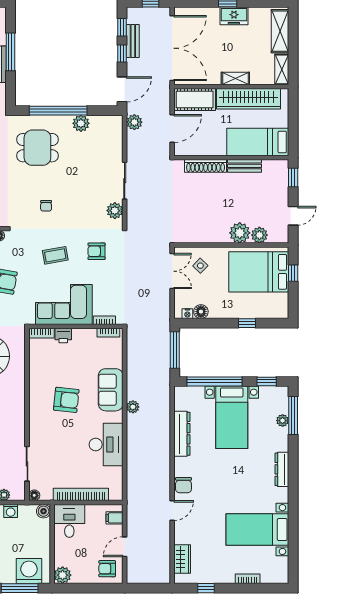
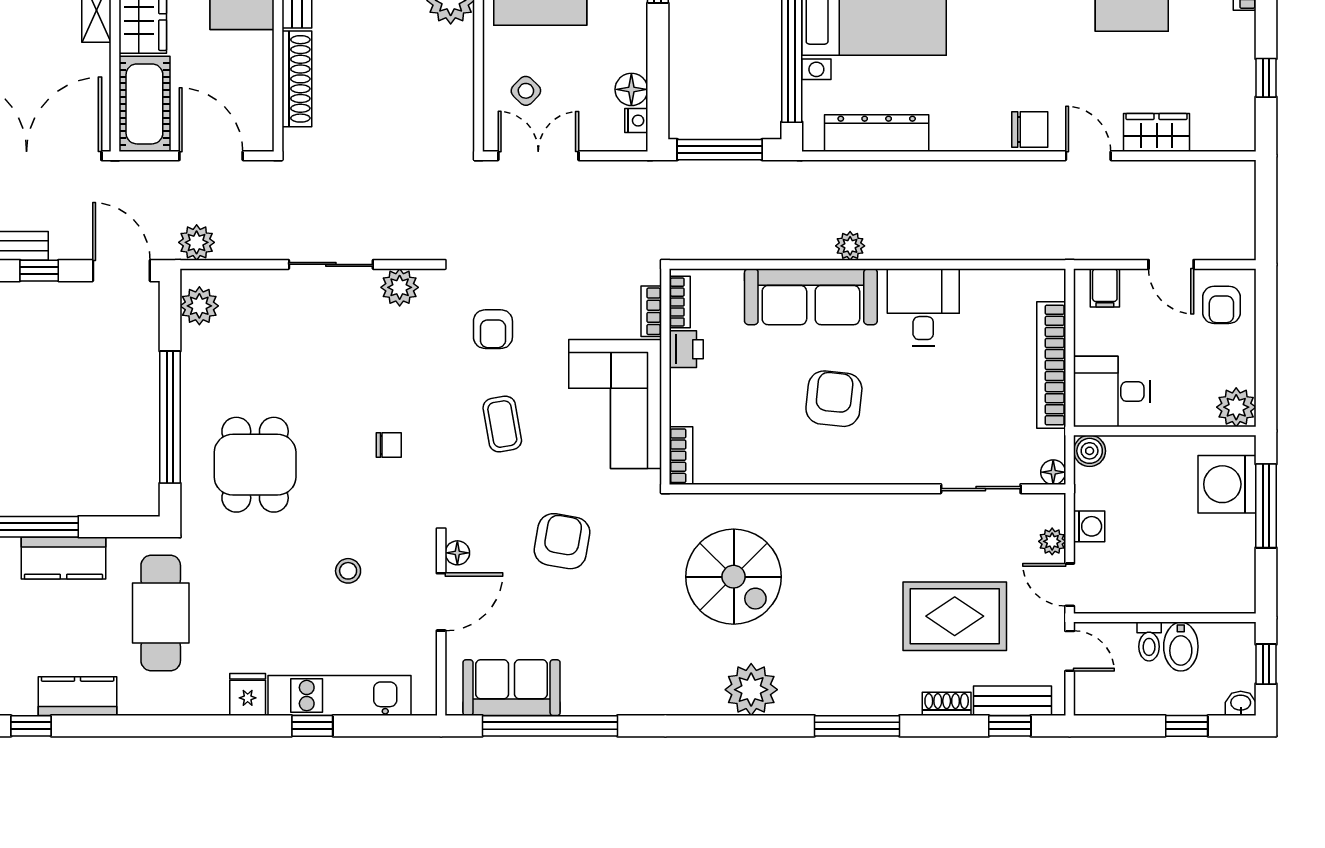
plant: (81, 123) -> (199, 306), moved
printer: (63, 335) -> (686, 349), moved
sofa: (111, 390) -> (811, 297), width x1.36
dresser: (182, 434) -> (877, 133), moved
desk: (106, 445) -> (923, 307), width x0.73
wardrobe: (182, 559) -> (1157, 133), moved

